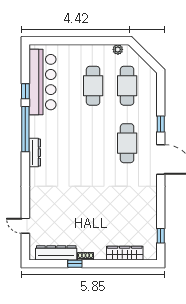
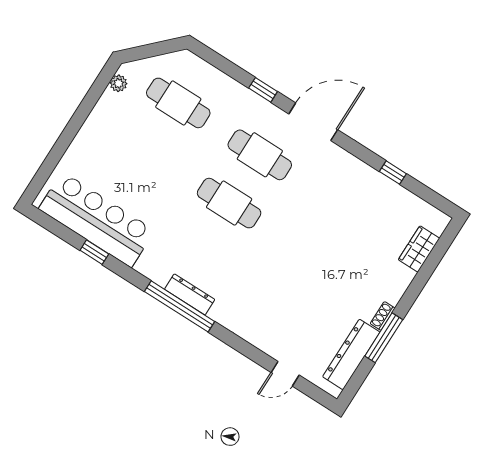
cafe table: (93, 86) -> (229, 203), moved
window: (25, 129) -> (180, 306), moved
window: (161, 236) -> (393, 173), moved
wardrobe: (125, 253) -> (419, 249), width x0.67
window: (75, 264) -> (384, 338), width x2.17

